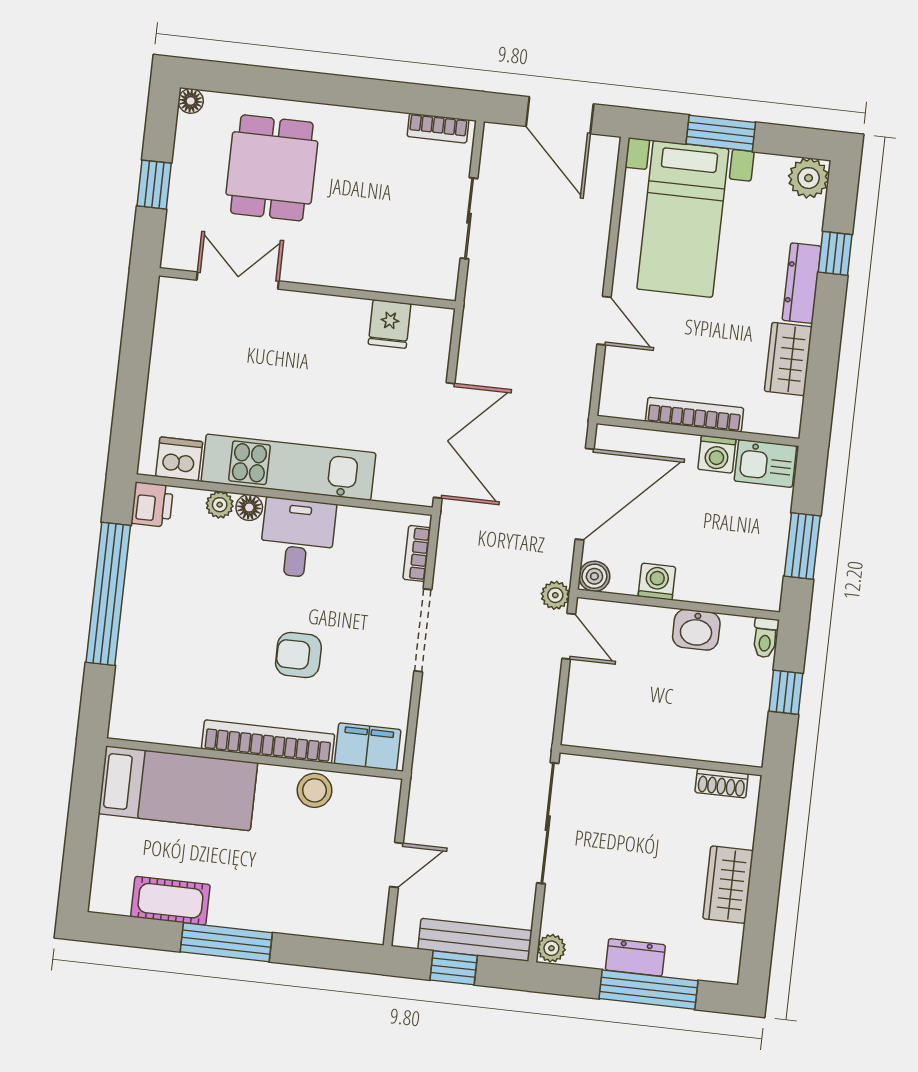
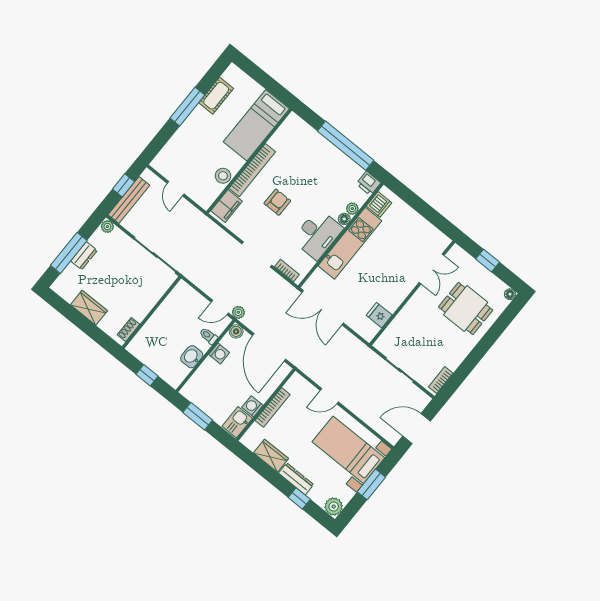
desk: (298, 538) -> (318, 234), width x1.37
toilet: (765, 638) -> (208, 336), moved

